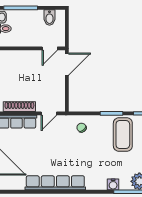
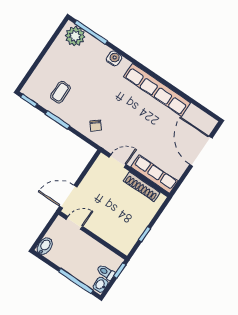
bidet: (49, 18) -> (45, 246), moved
coffee table: (123, 134) -> (60, 92), width x0.54, depth x0.58
water cooler: (113, 184) -> (114, 58), moved

